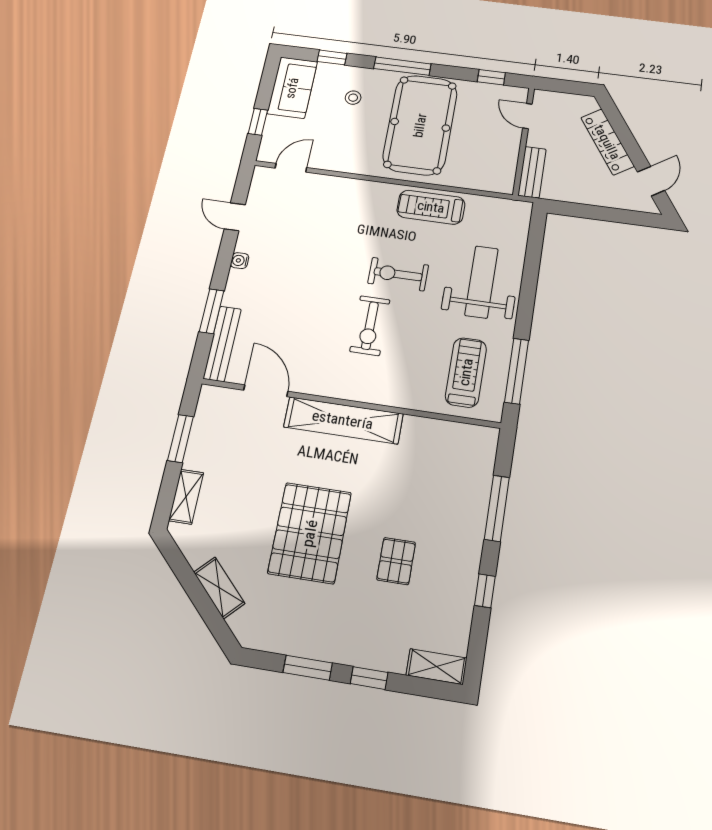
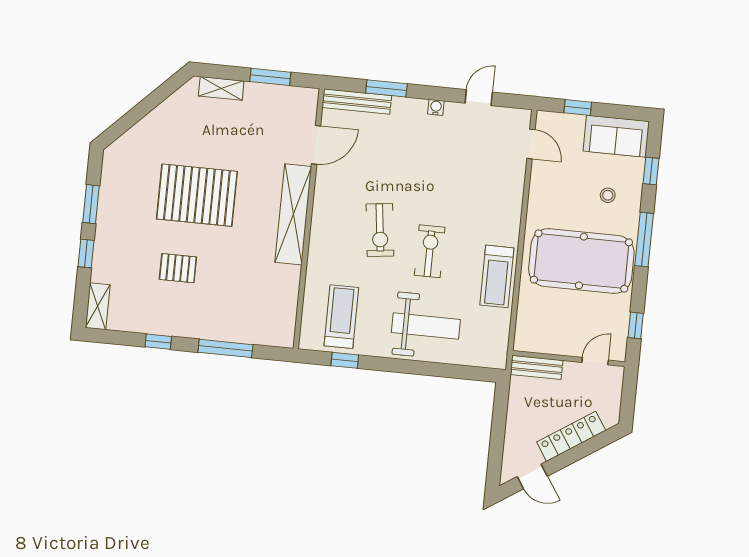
treadmill: (431, 207) -> (497, 276), turned 180
exercise bike: (370, 326) -> (380, 230), turned -97
window: (517, 371) -> (345, 360), width x0.46
treadmill: (466, 372) -> (341, 317), turned -90
shelving: (219, 588) -> (149, 126), removed

